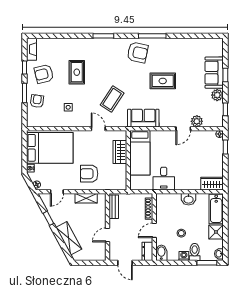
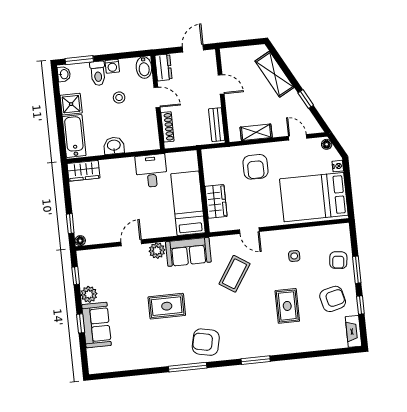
plant: (197, 121) -> (157, 251), moved
armchair: (89, 174) -> (255, 167), turned 90
door: (57, 192) -> (298, 137), hinge flipped
door: (154, 230) -> (157, 97), hinge flipped
door: (108, 235) -> (221, 84), hinge flipped
door: (125, 263) -> (193, 48), hinge flipped

